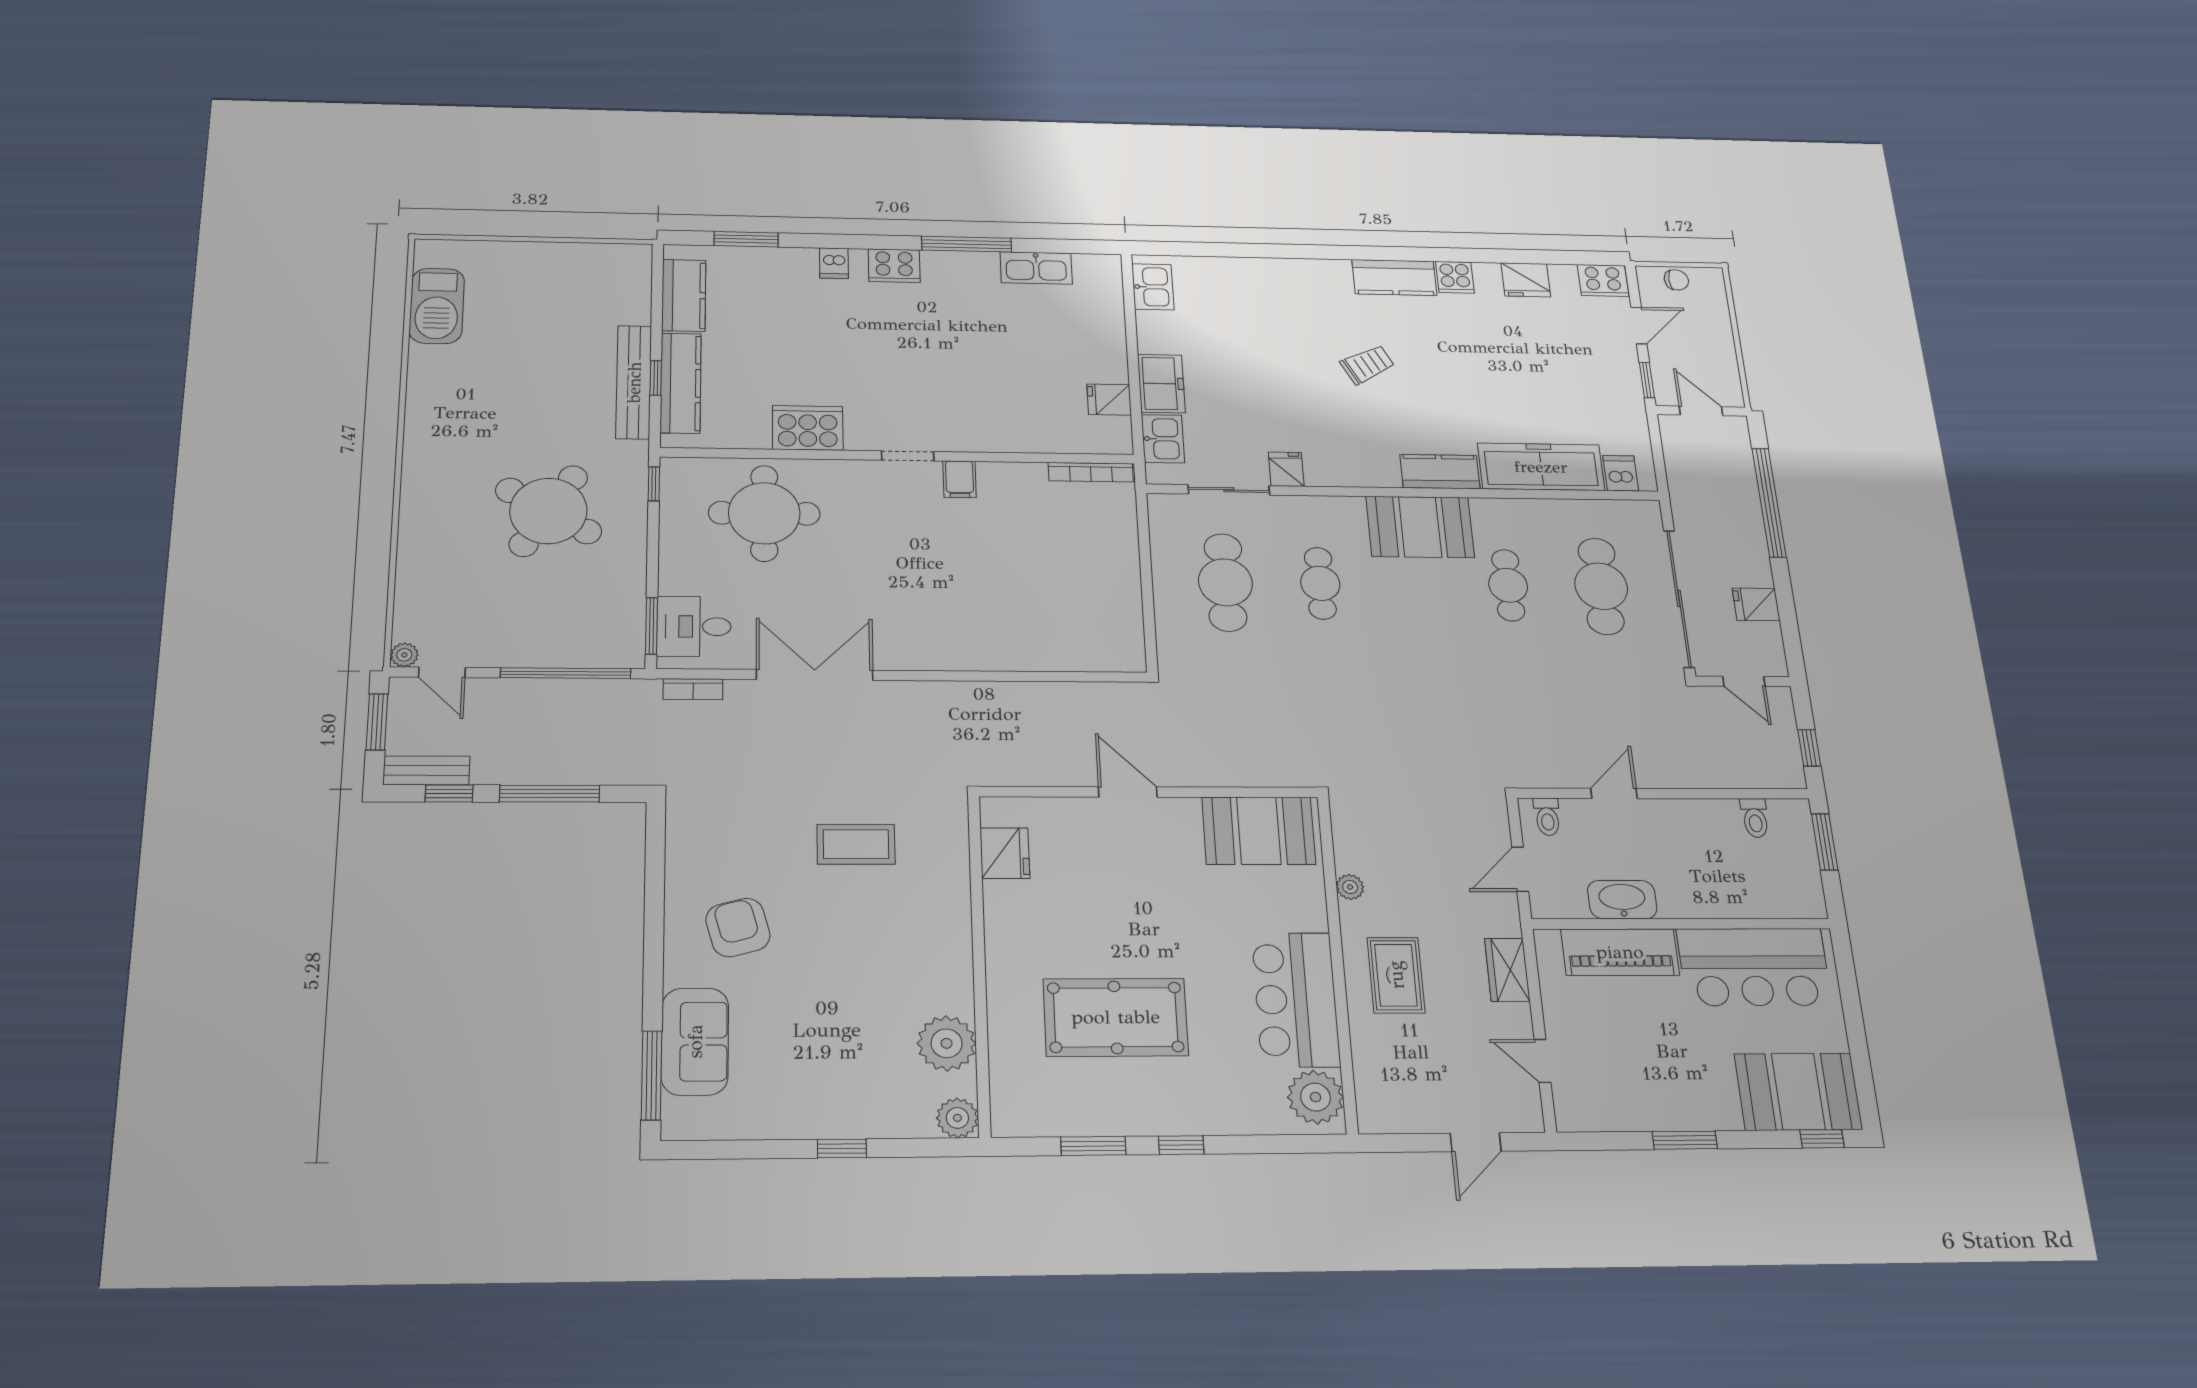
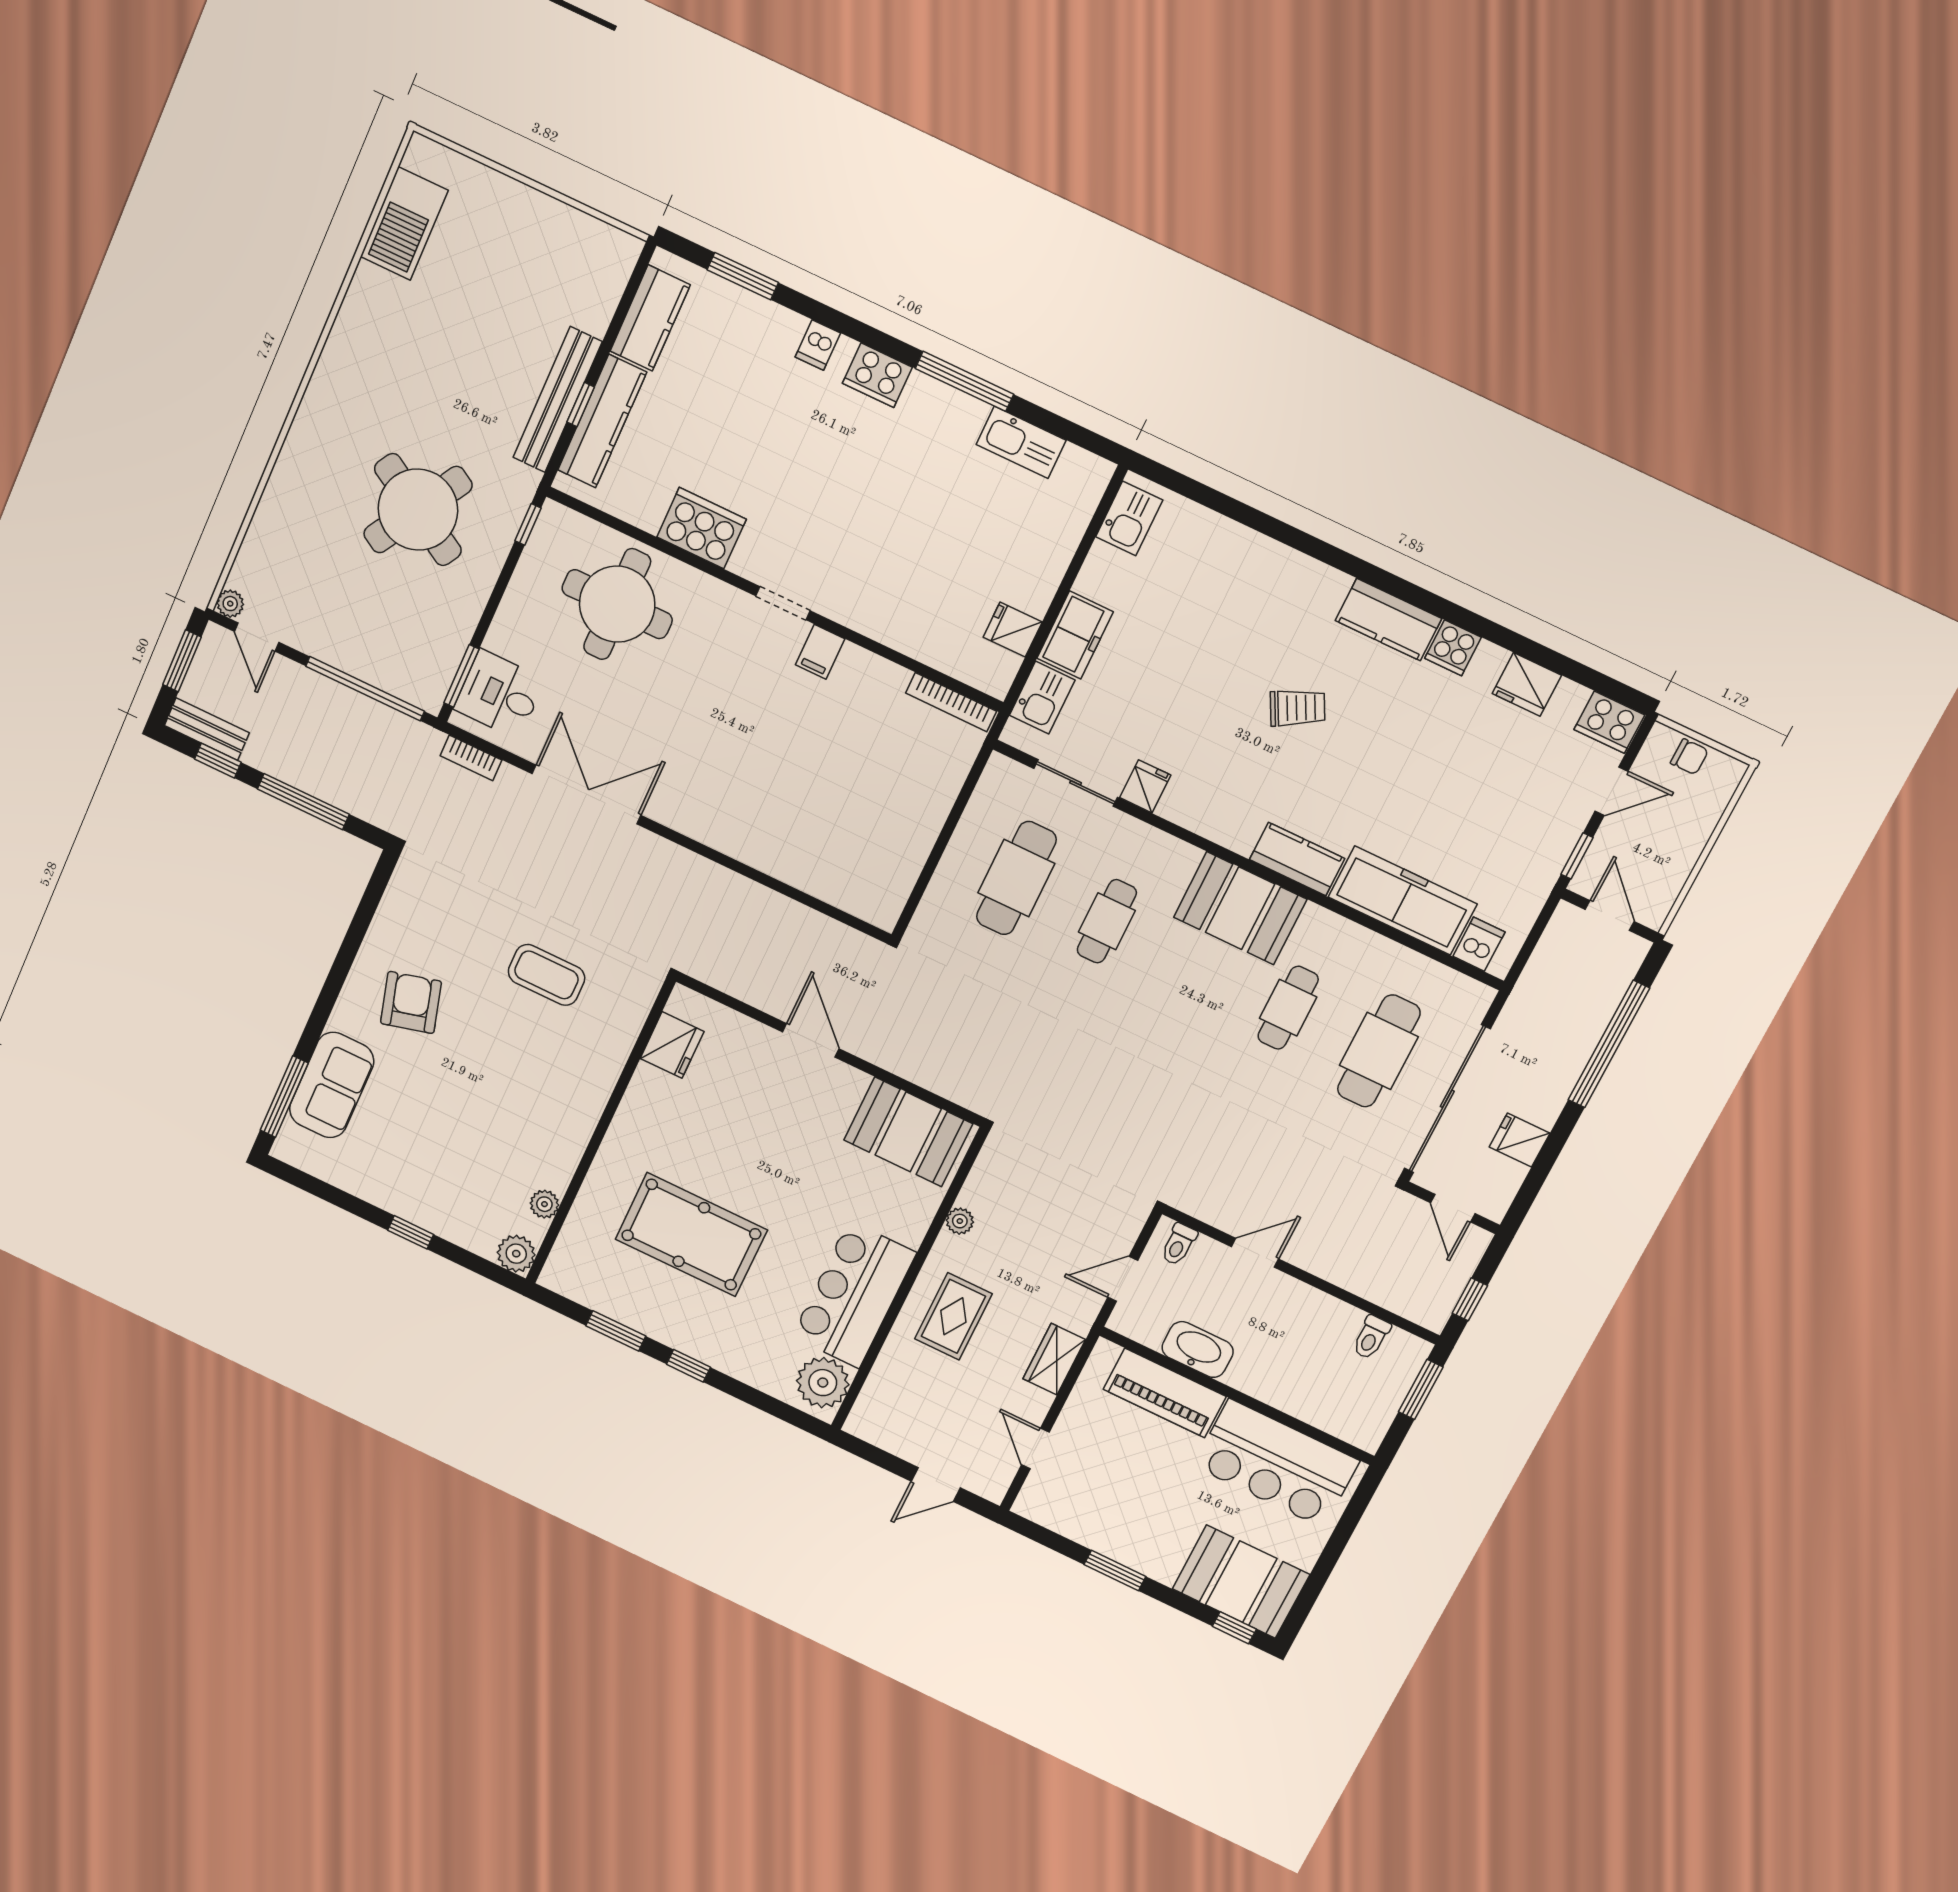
plant: (947, 1043) -> (544, 1204), width x0.53, depth x0.53

